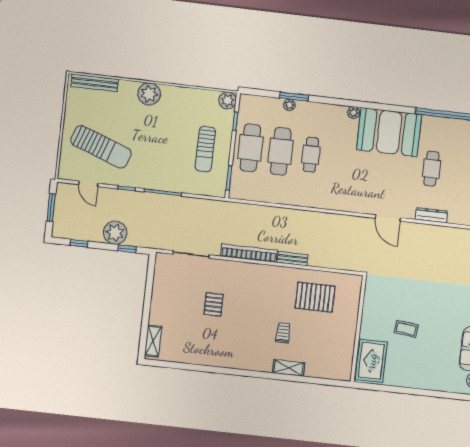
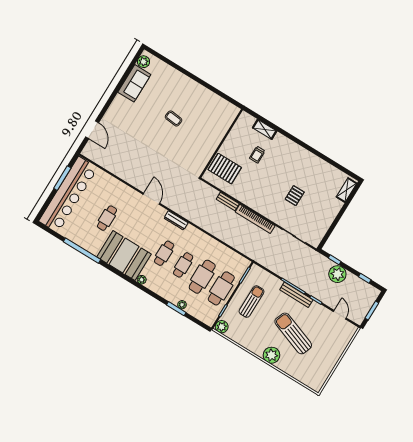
bench: (95, 83) -> (296, 295), moved
sun lounger: (101, 147) -> (293, 333), moved
cafe table: (341, 158) -> (164, 253), added
dresser: (431, 215) -> (176, 220), moved
wall: (358, 329) -> (221, 143), moved
rug: (371, 361) -> (207, 108), removed

